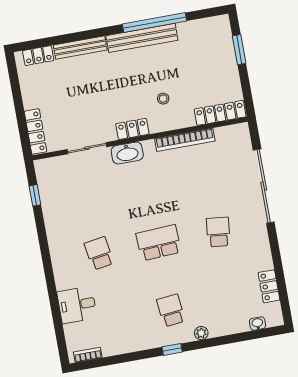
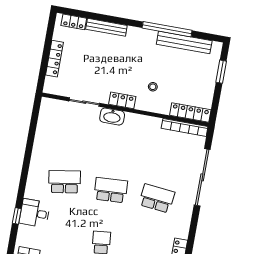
bench: (142, 38) -> (184, 42), moved
locker: (35, 131) -> (54, 59), moved
bookcase: (185, 140) -> (185, 127), moved
window: (35, 195) -> (17, 216), moved
school desk: (218, 232) -> (157, 198), width x1.85
school desk: (99, 253) -> (65, 182), width x1.85

